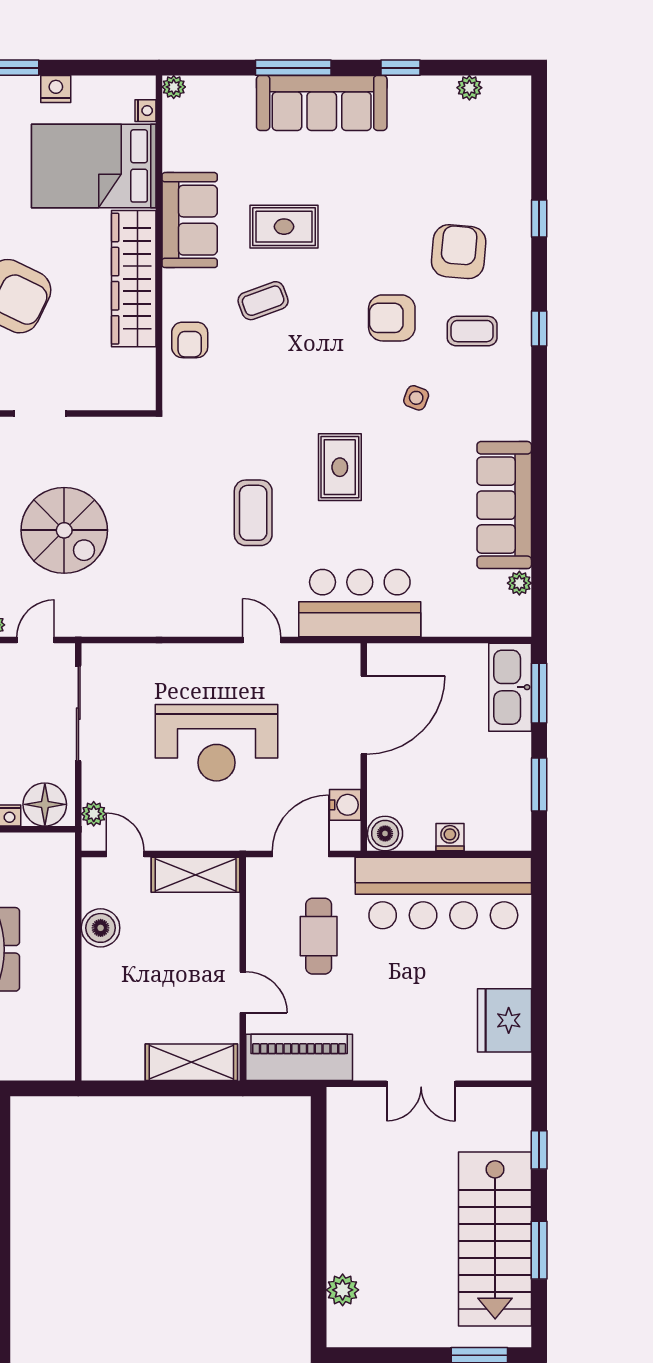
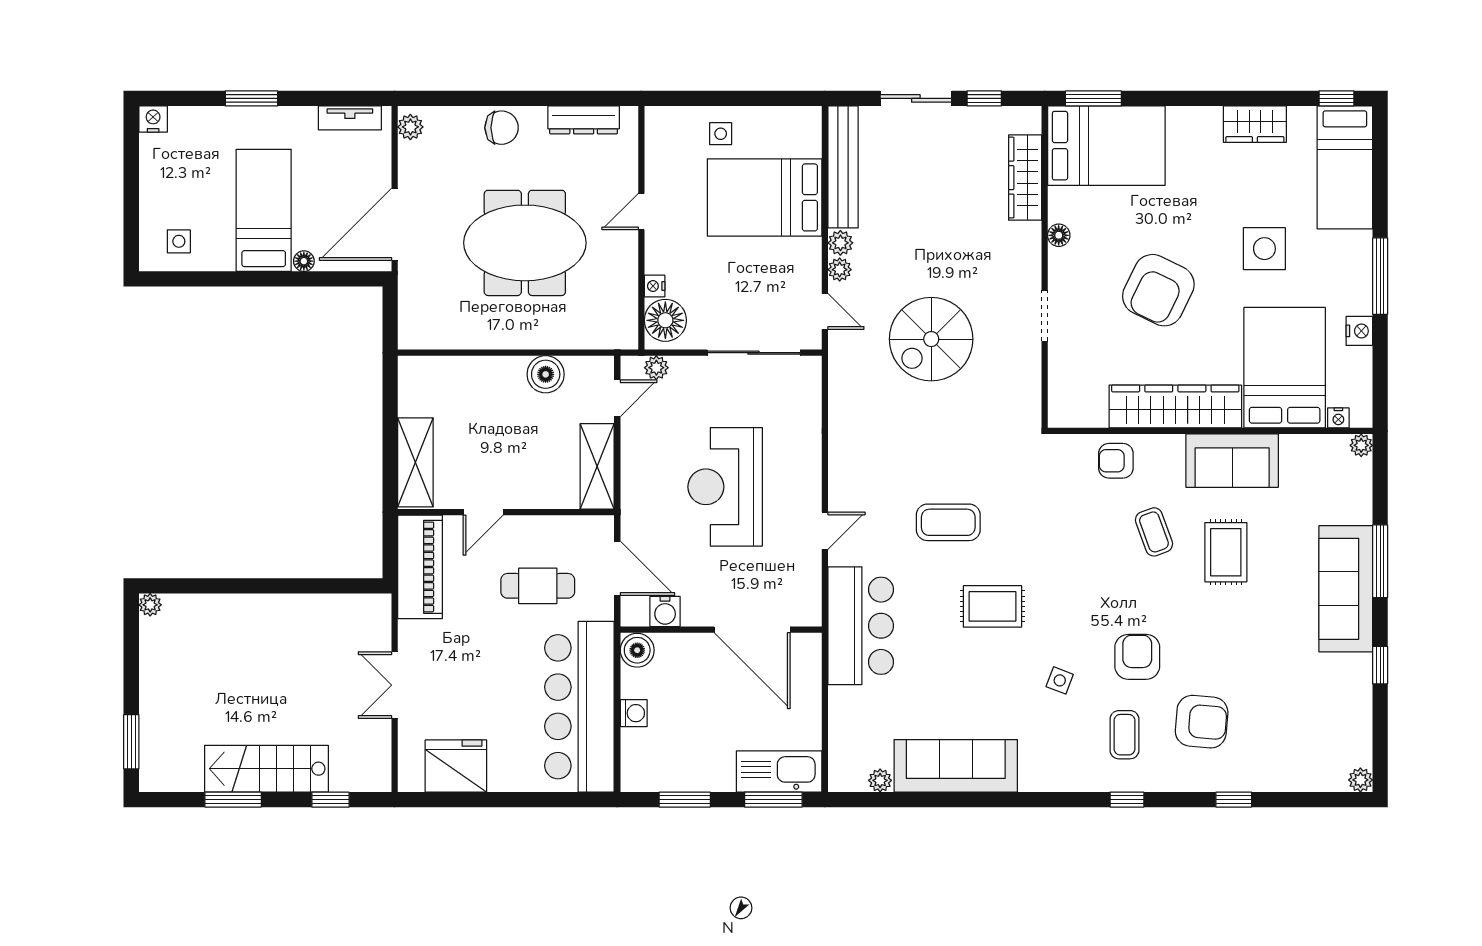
plant: (469, 88) -> (1360, 780), moved
stairs: (495, 1239) -> (266, 769), width x0.73, depth x0.66
plant: (343, 1290) -> (150, 605), moved, width x0.73, depth x0.73

